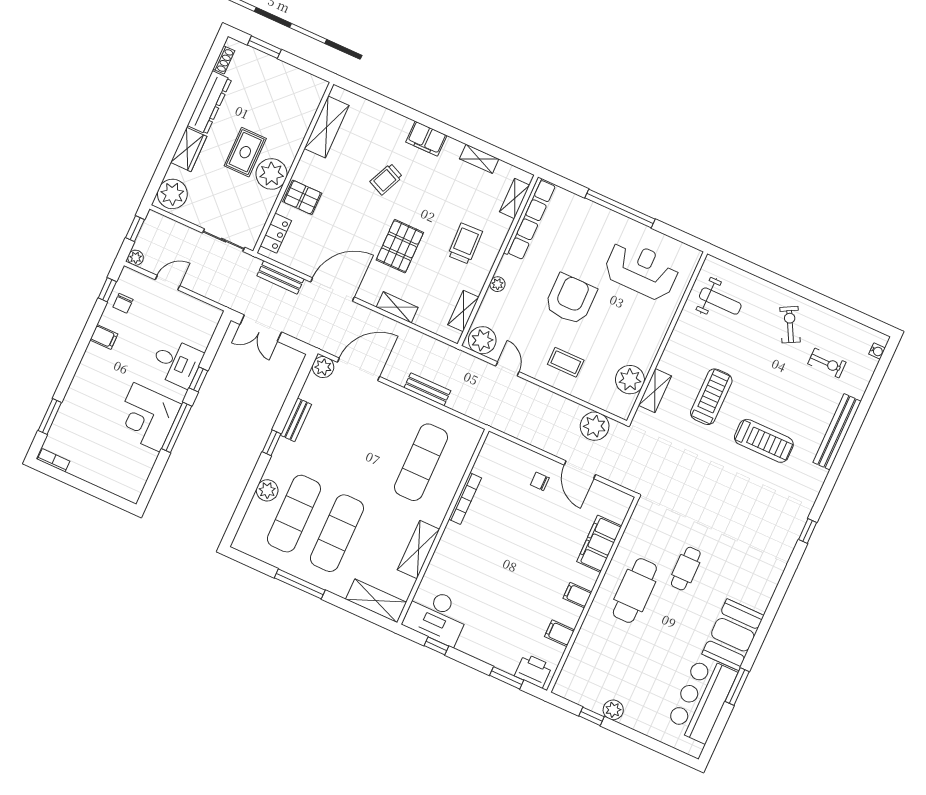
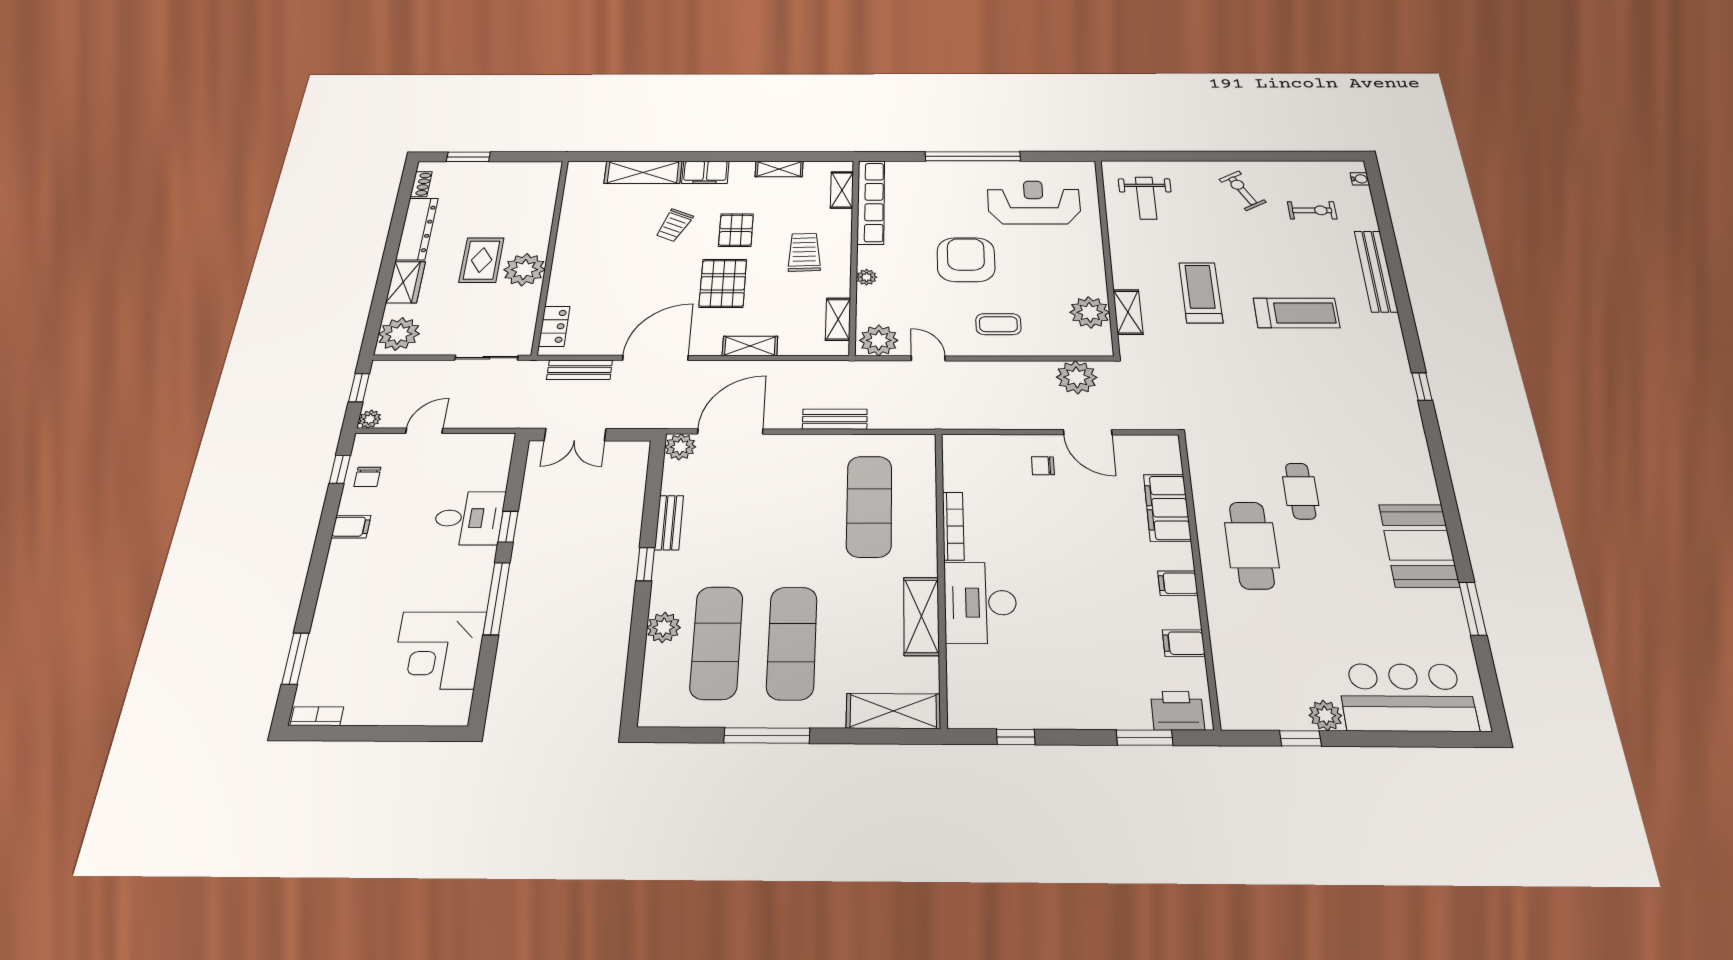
shelving: (327, 127) -> (643, 172), moved, turned 90
pallet: (302, 197) -> (736, 230), moved, turned 90
weight bench: (720, 301) -> (1146, 198), turned 90
corner desk: (147, 417) -> (438, 650), moved
desk: (437, 616) -> (980, 603), moved, turned 90
bar counter: (702, 699) -> (1407, 697), moved, turned 90

